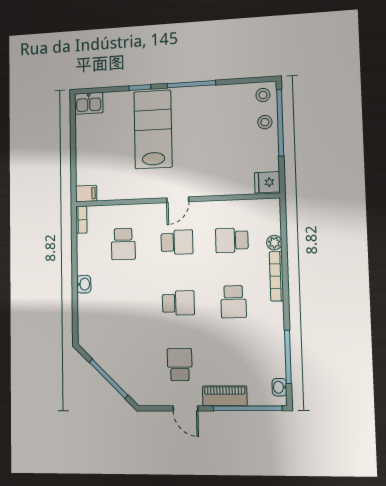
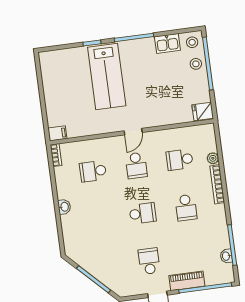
kitchen sink: (89, 103) -> (167, 43), moved
lab bench: (153, 129) -> (107, 77), turned 180
school desk: (177, 242) -> (136, 165), turned 90
school desk: (123, 244) -> (93, 171), turned 90
washbasin: (279, 387) -> (226, 256), moved

